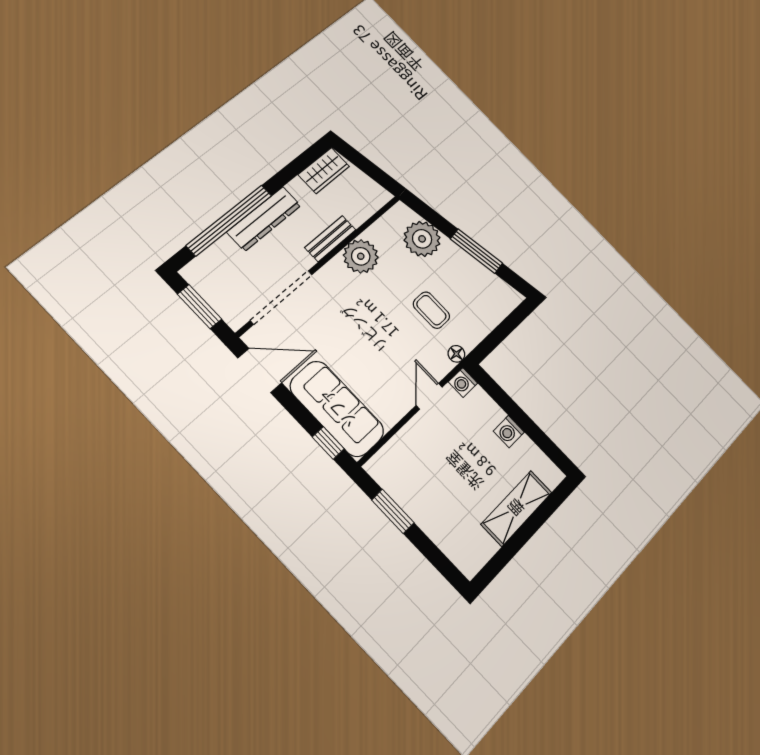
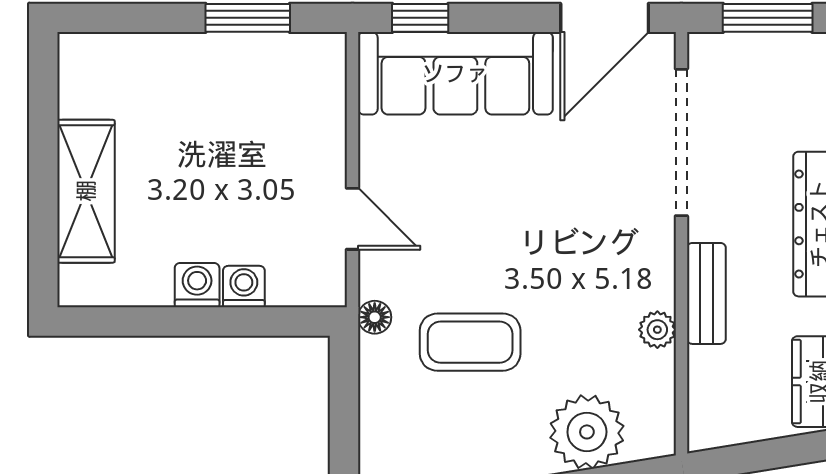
plant: (361, 256) -> (657, 330), width x0.53, depth x0.53
coffee table: (431, 310) -> (470, 342), width x1.36, depth x1.30
washing machine: (463, 383) -> (244, 287), moved

